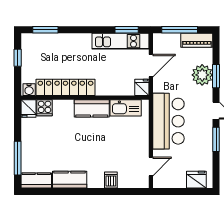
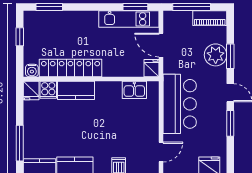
door: (151, 66) -> (161, 45), swing flipped
kitchen counter: (92, 108) -> (76, 90), moved
kitchen sink: (126, 108) -> (134, 90), width x0.73

